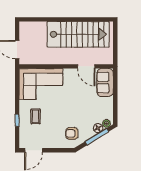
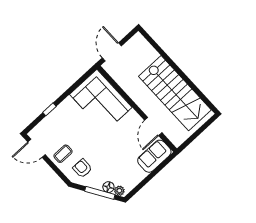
coffee table: (36, 116) -> (63, 154), moved

